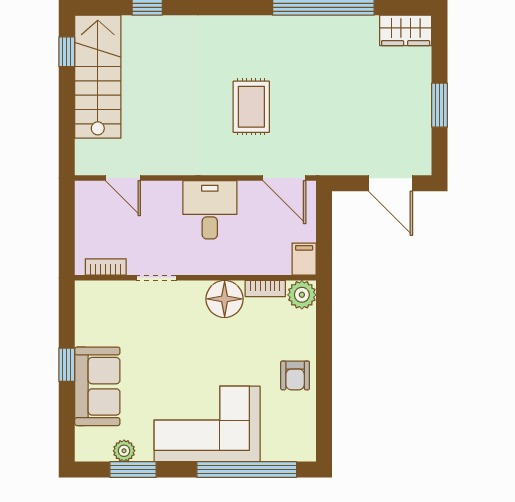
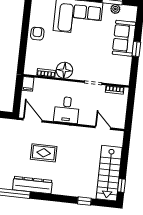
dresser: (269, 31) -> (32, 185), added
rug: (251, 107) -> (44, 153), turned 90
plant: (302, 295) -> (30, 68), removed

